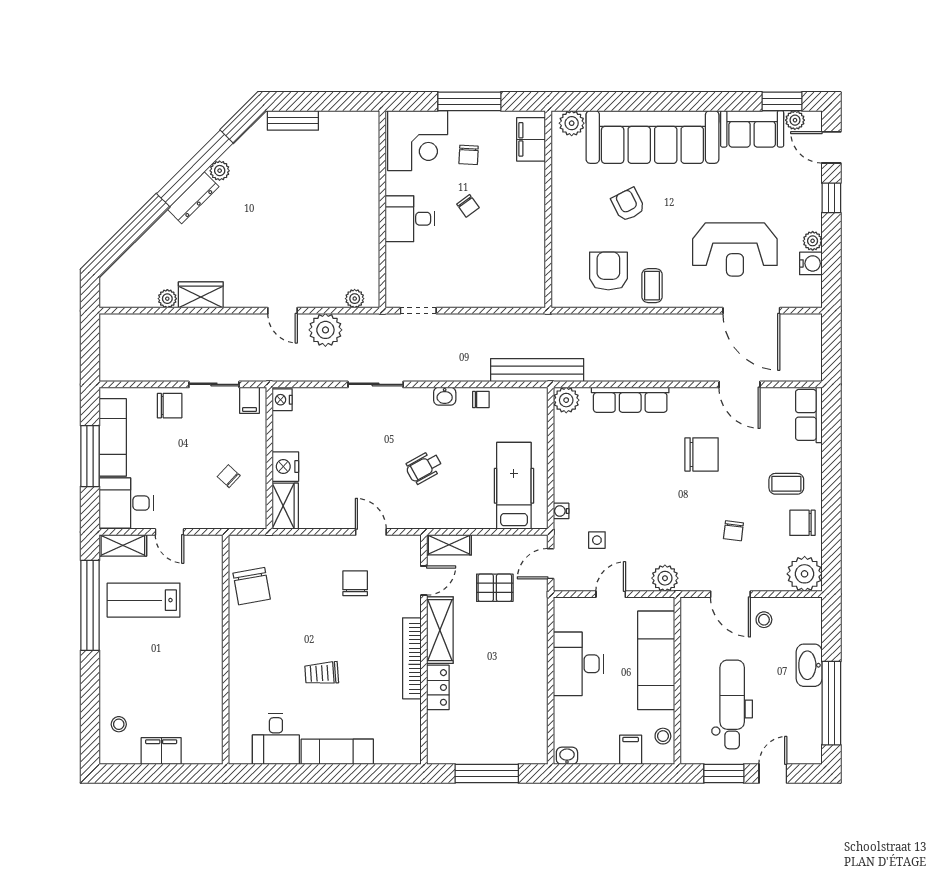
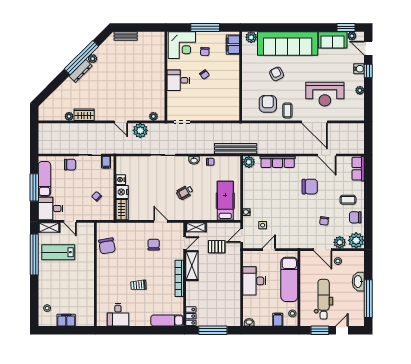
water cooler: (811, 263) -> (359, 69), moved
door: (751, 311) -> (315, 122), moved
nightstand: (282, 400) -> (121, 180), moved
plant: (665, 578) -> (340, 242), moved
locker: (438, 687) -> (191, 316), moved
exam couch: (337, 752) -> (167, 320), moved

